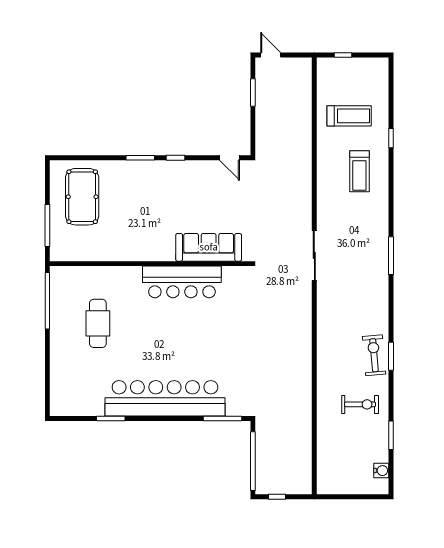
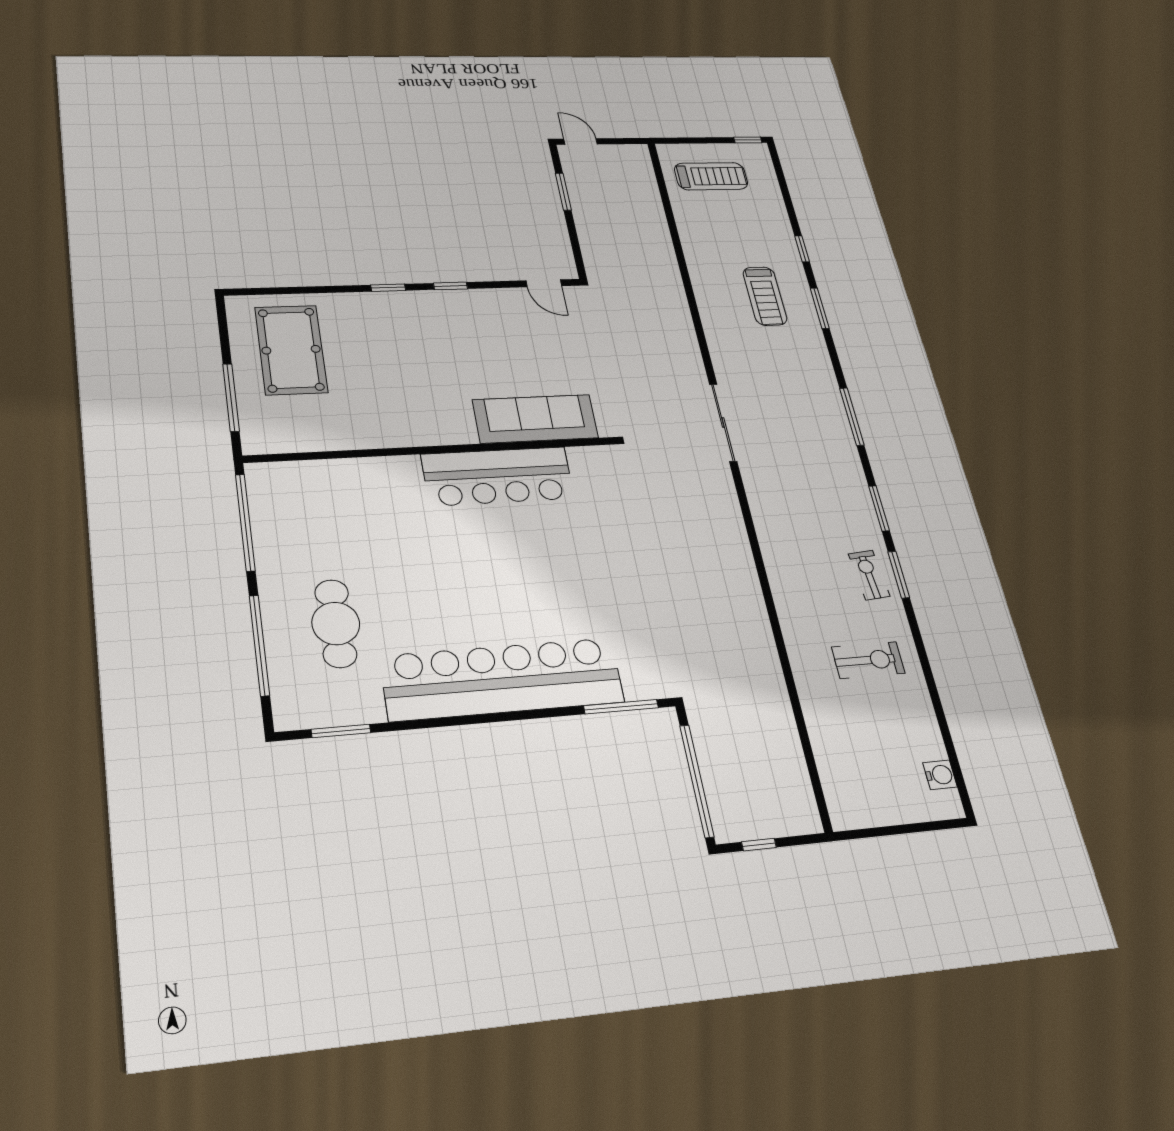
window: (343, 55) -> (748, 140), moved
treadmill: (349, 116) -> (711, 176), moved
window: (140, 158) -> (388, 288), width x0.67
window: (391, 181) -> (820, 308), added
cafe table: (98, 323) -> (336, 623), moved
exercise bike: (374, 355) -> (869, 575), width x0.73, depth x0.72
window: (47, 370) -> (259, 645), added
window: (111, 419) -> (341, 731), moved
window: (391, 435) -> (879, 508), moved

